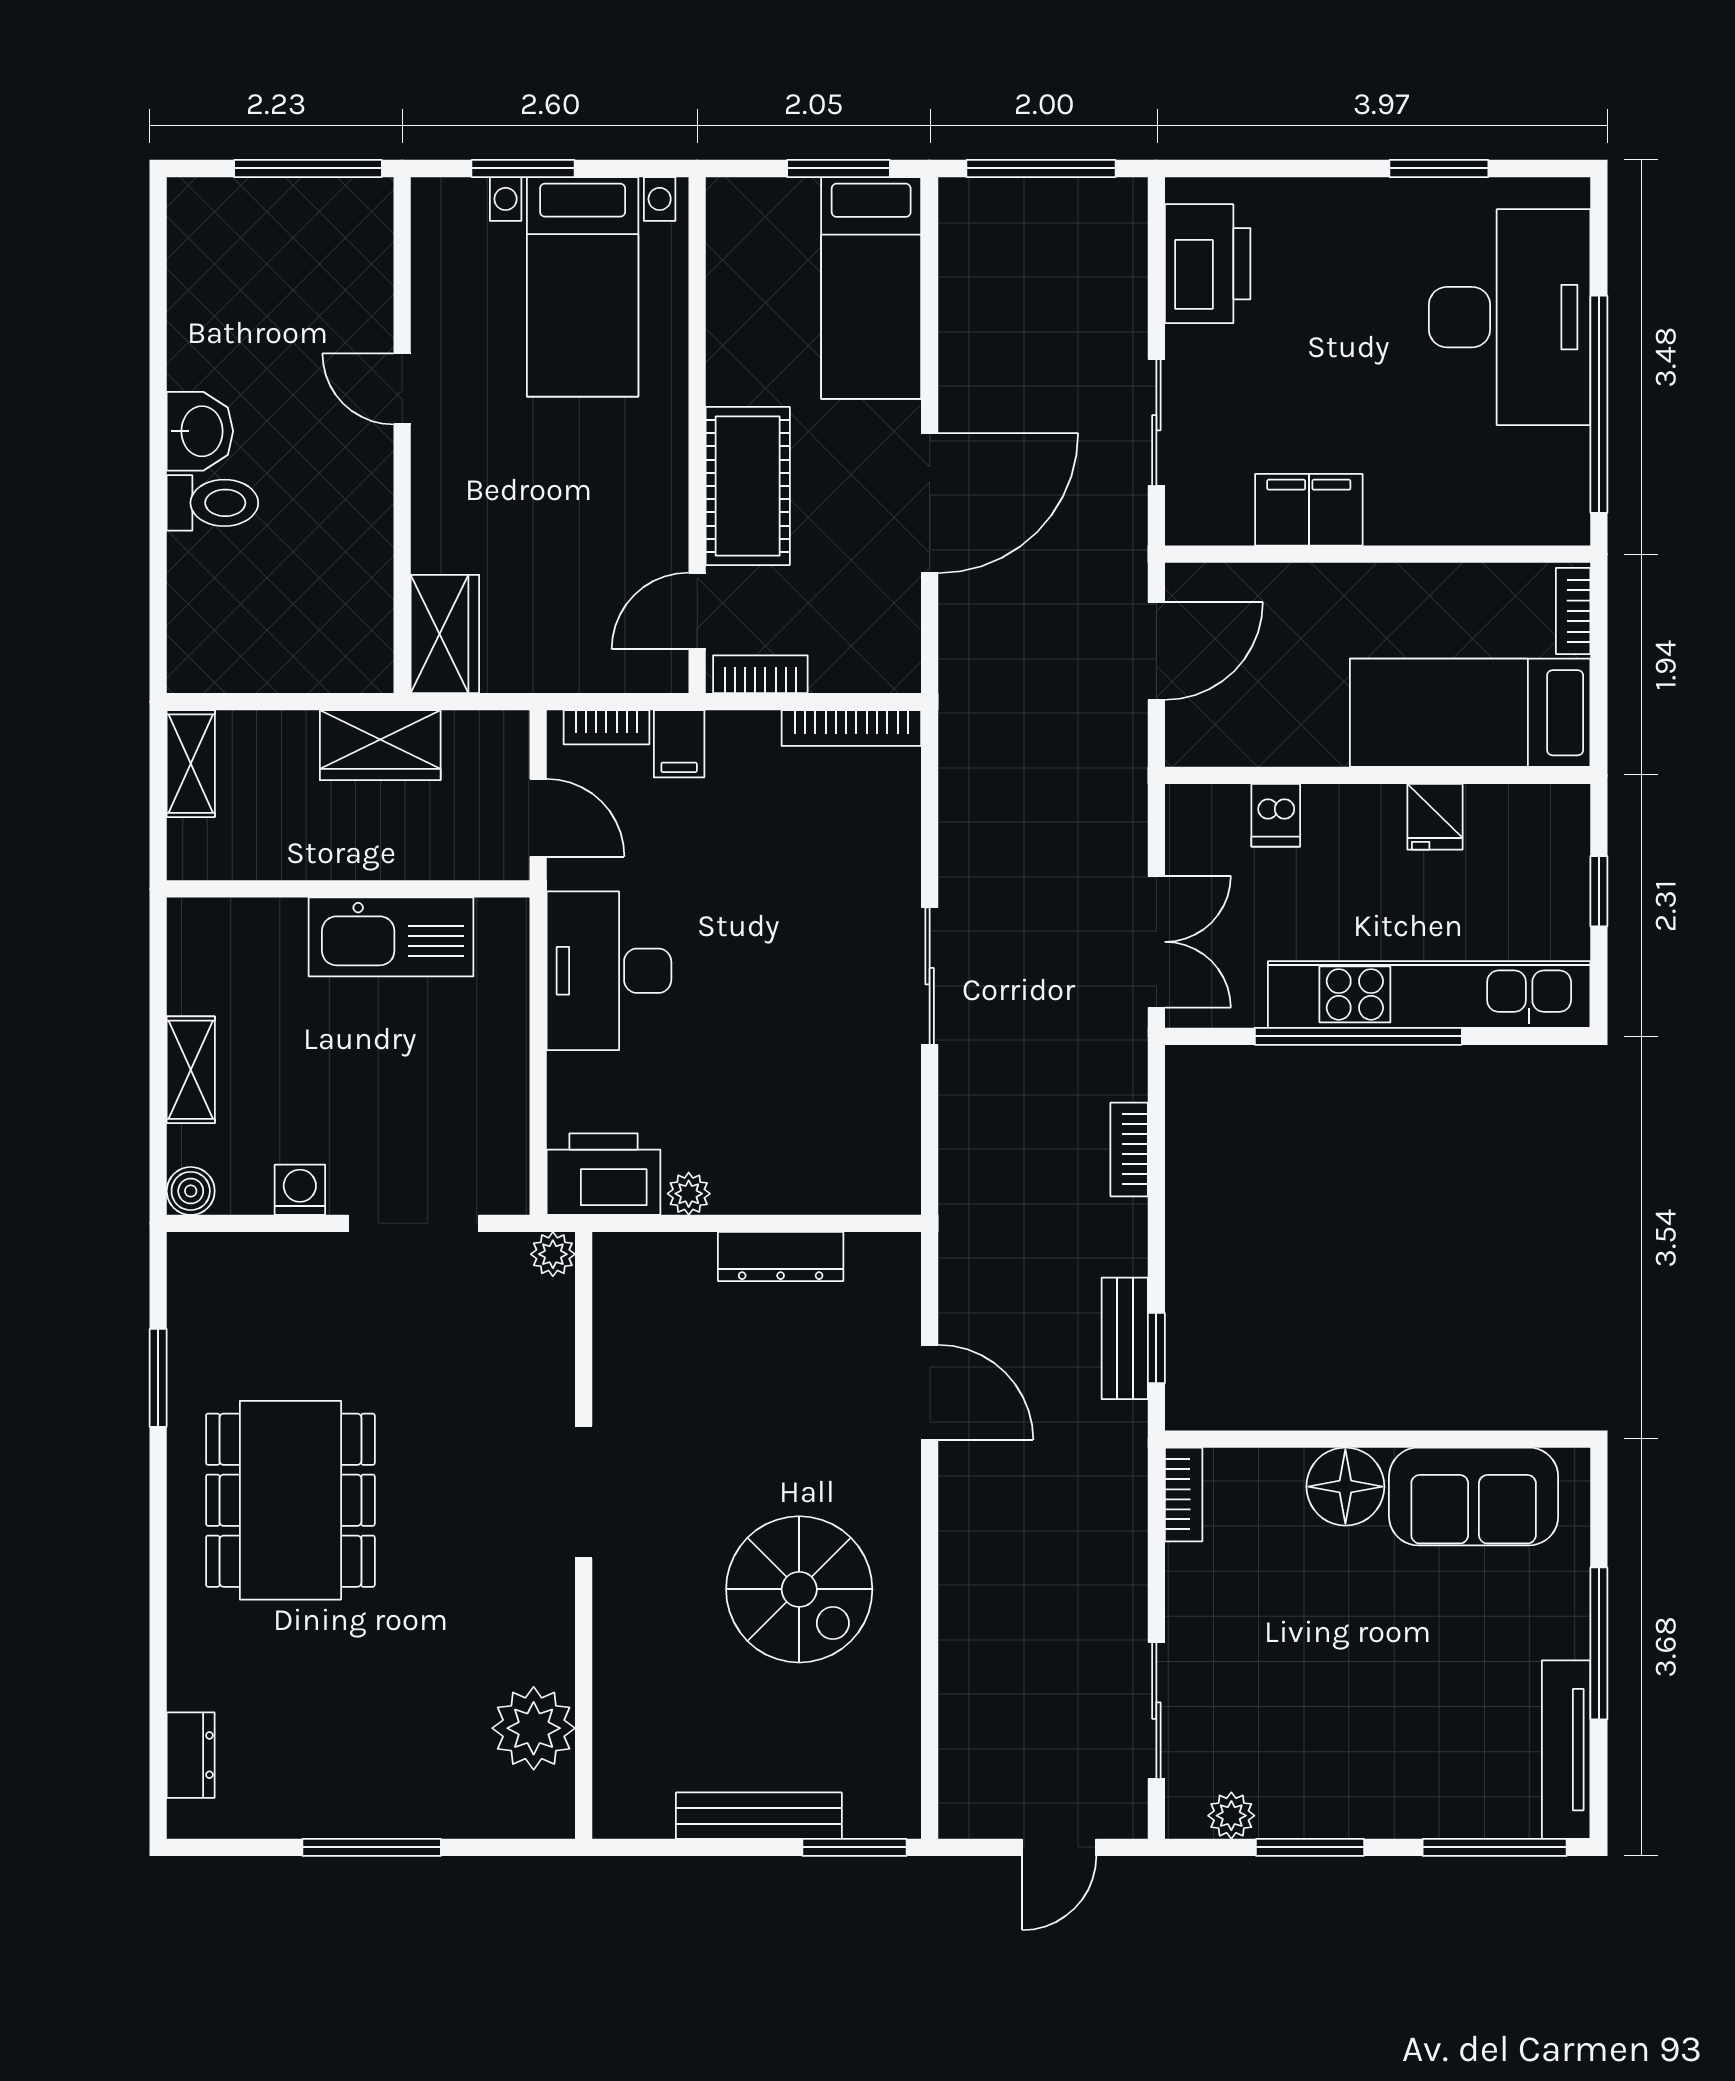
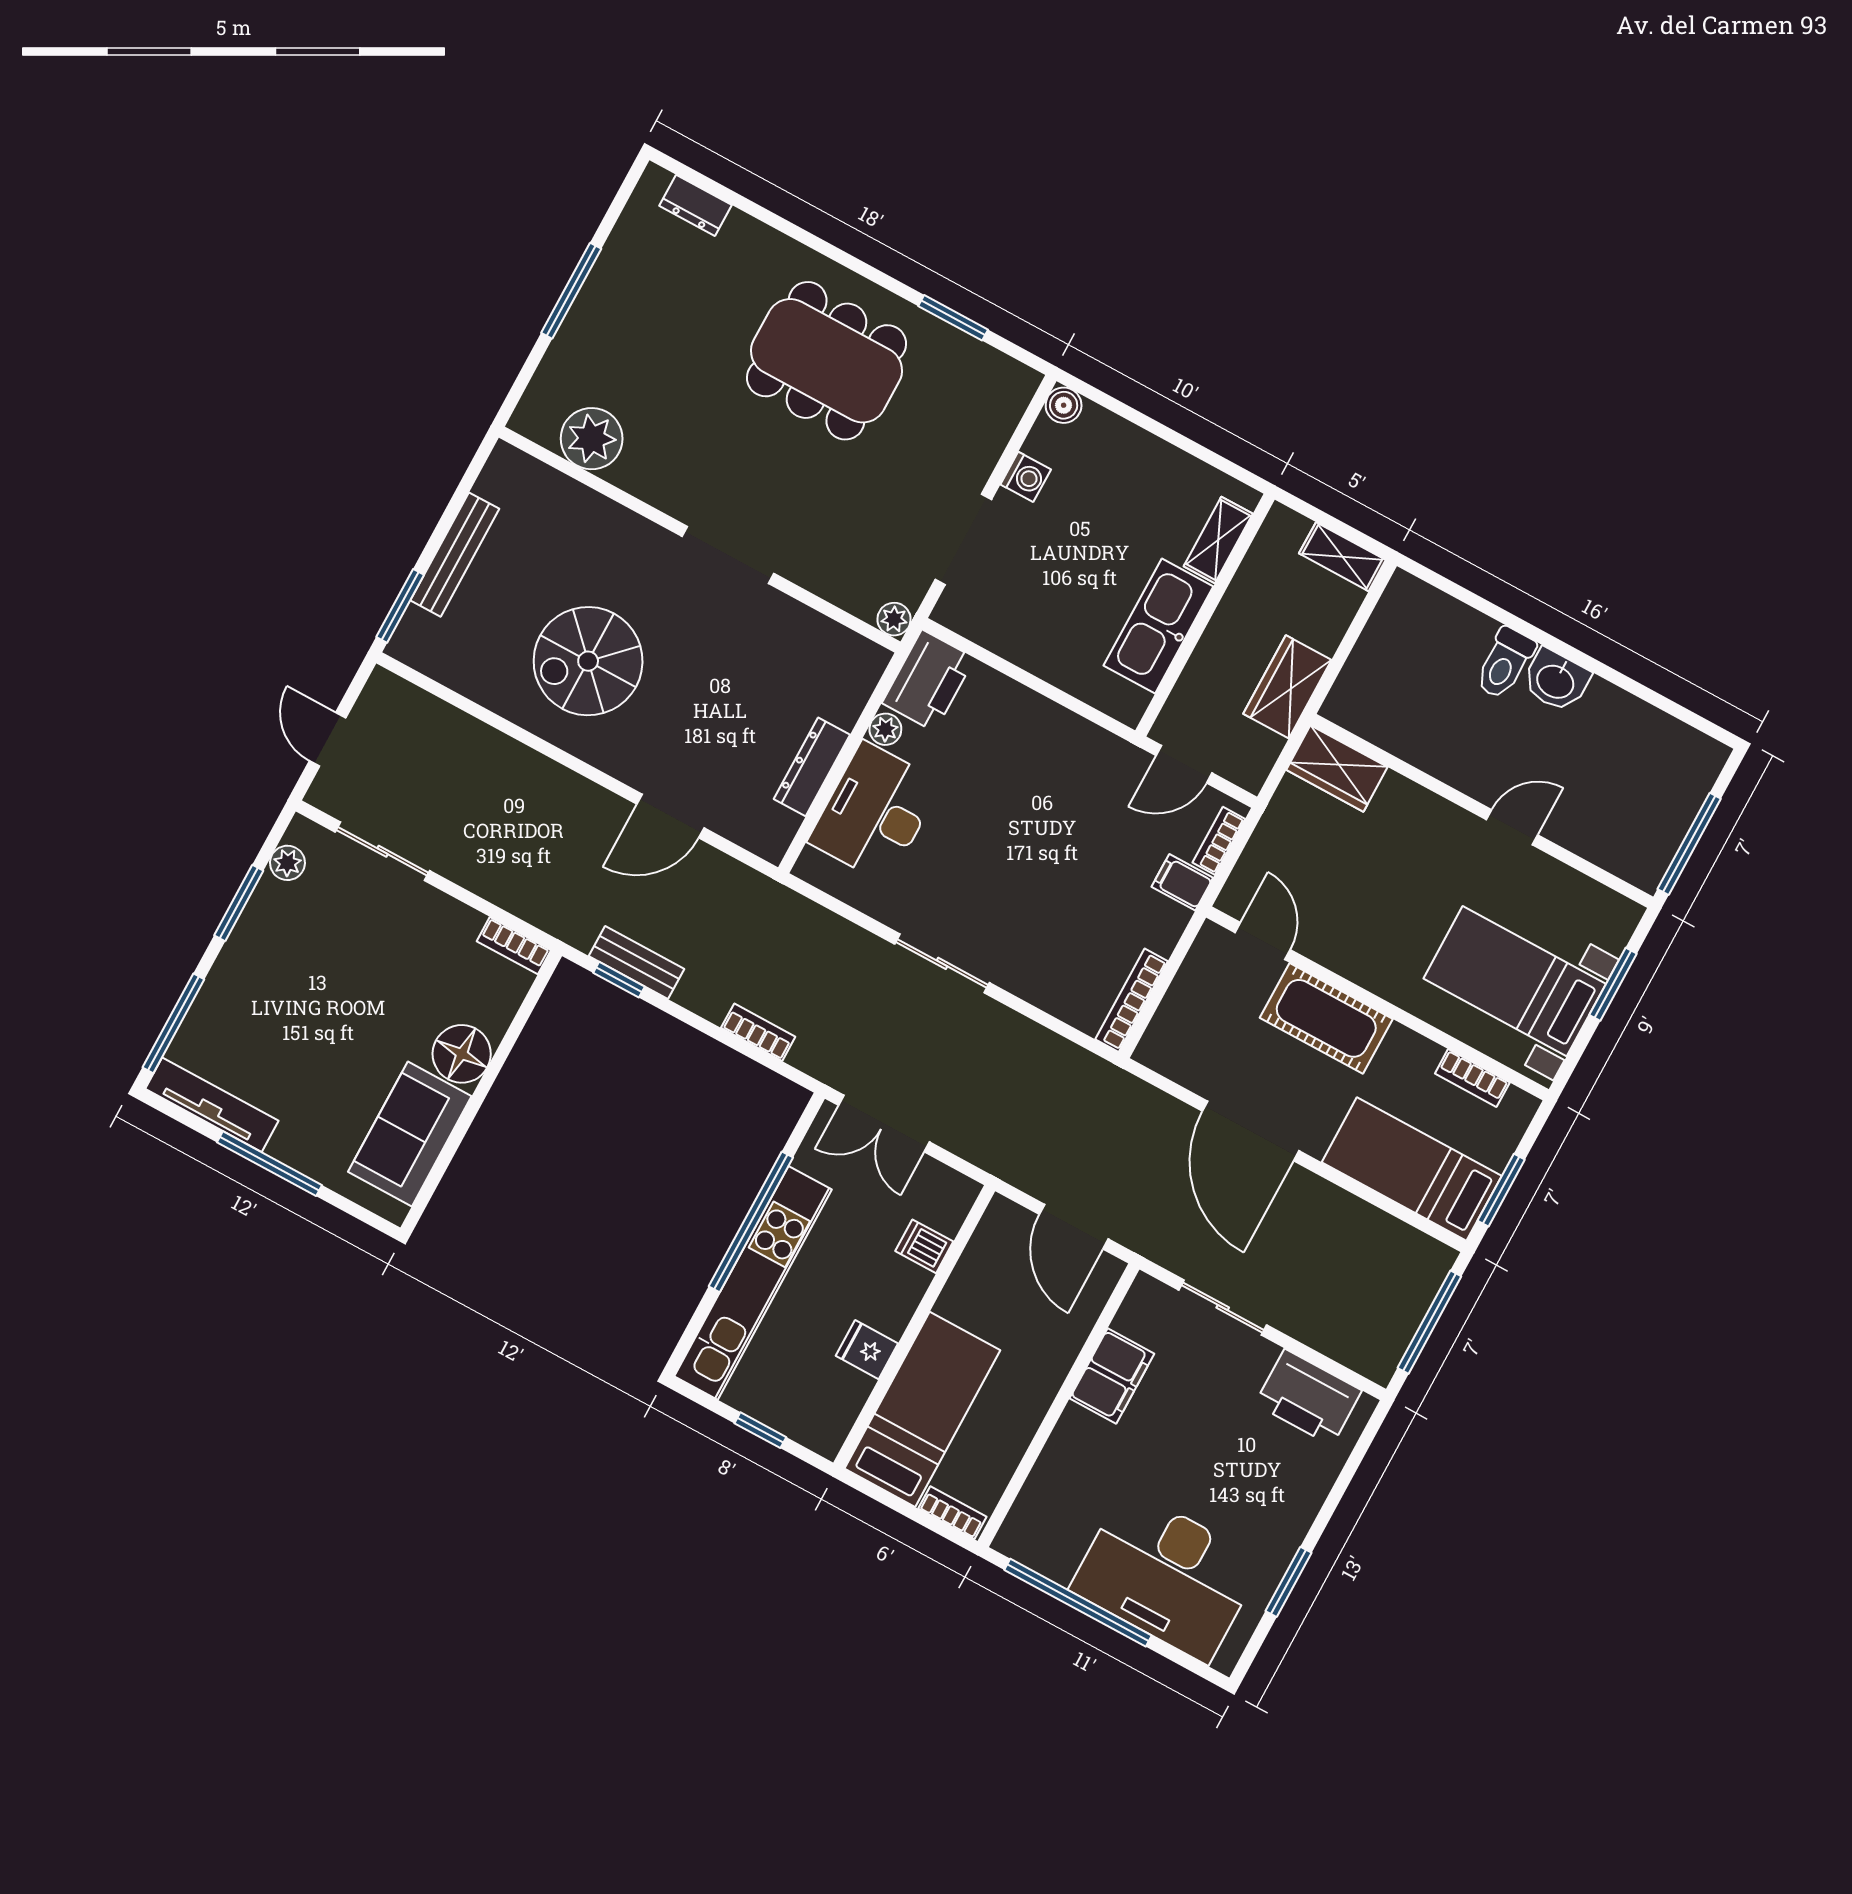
bookcase: (760, 674) -> (1472, 1078), moved, turned 90
desk: (609, 971) -> (875, 812), moved, turned -90
shelving: (191, 1070) -> (1218, 540), moved, turned 90

